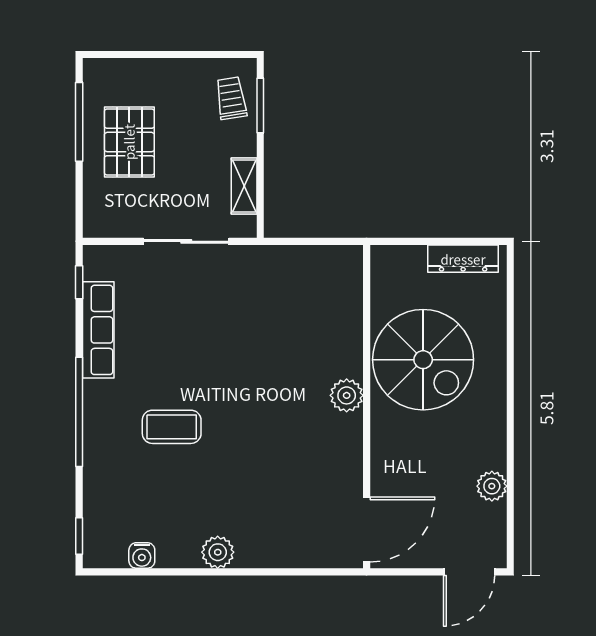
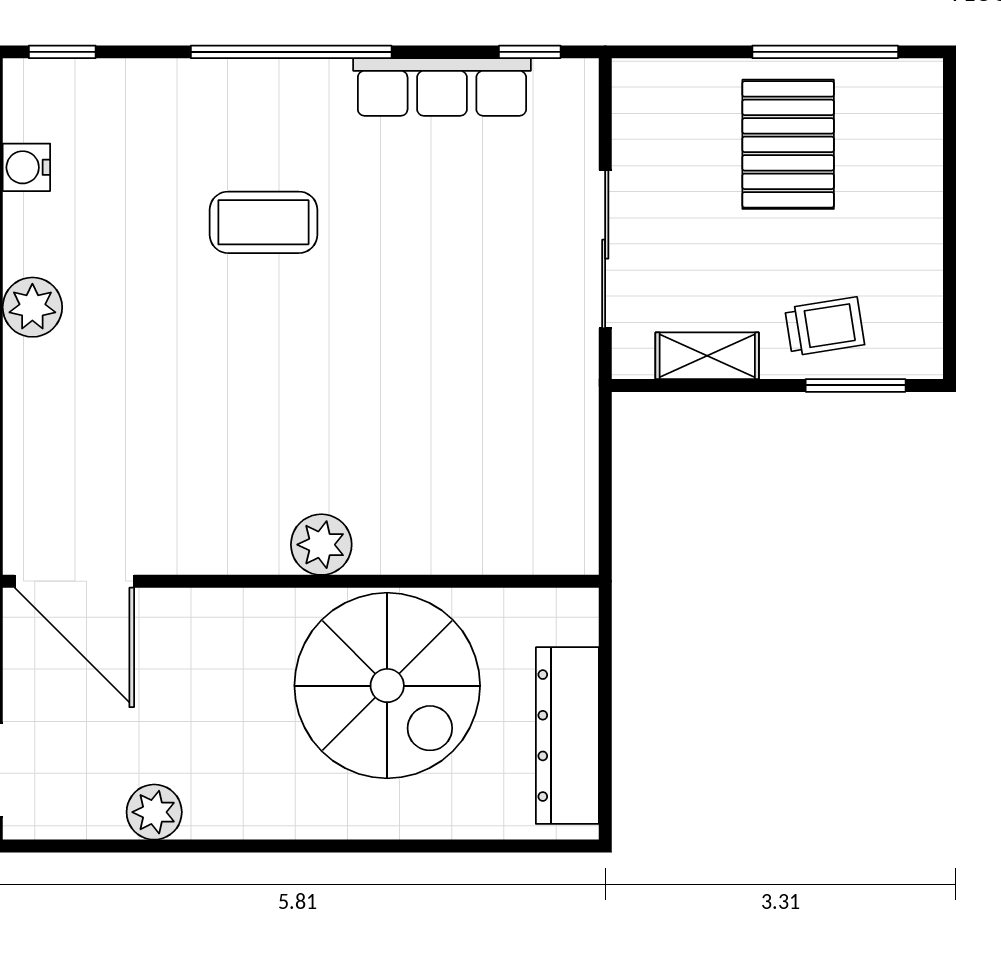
trolley: (231, 98) -> (825, 326), moved
pallet: (129, 142) -> (788, 144), turned 90
dresser: (463, 259) -> (567, 736), width x1.37, depth x1.24
spiral stairs: (423, 360) -> (387, 686), turned -90
coffee table: (172, 427) -> (263, 222), turned 90

